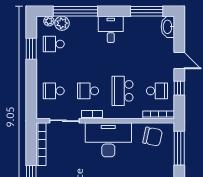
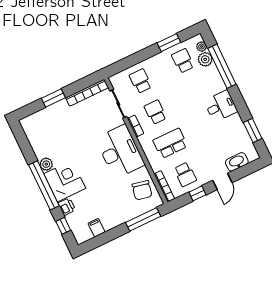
window: (147, 11) -> (253, 131), width x0.69
washbasin: (168, 27) -> (237, 162), moved

